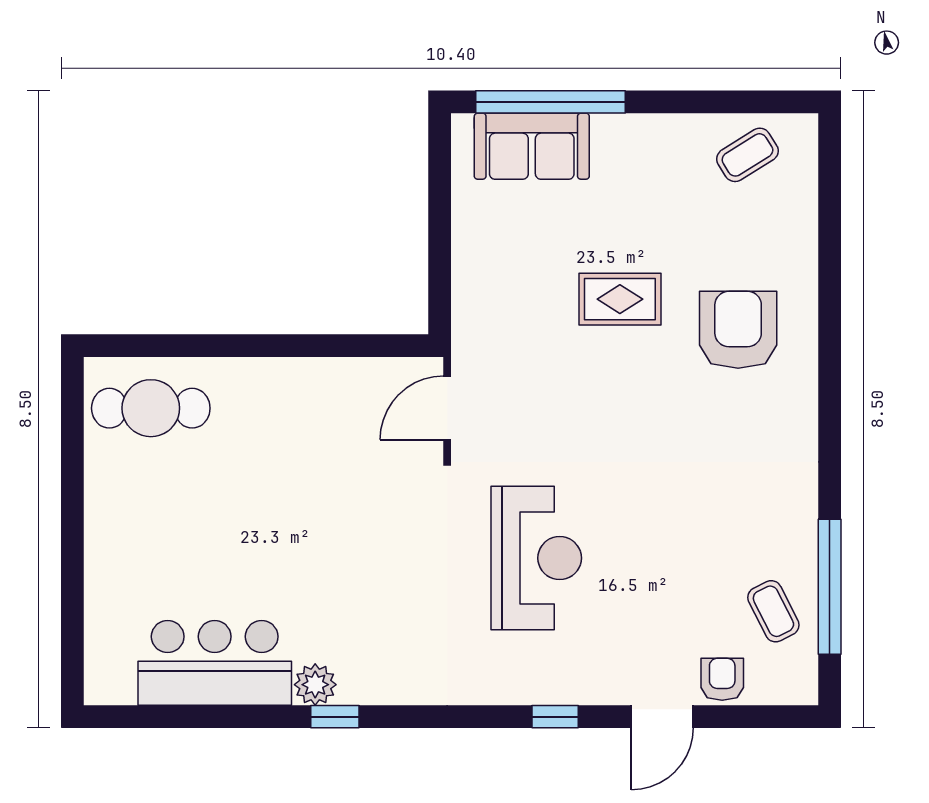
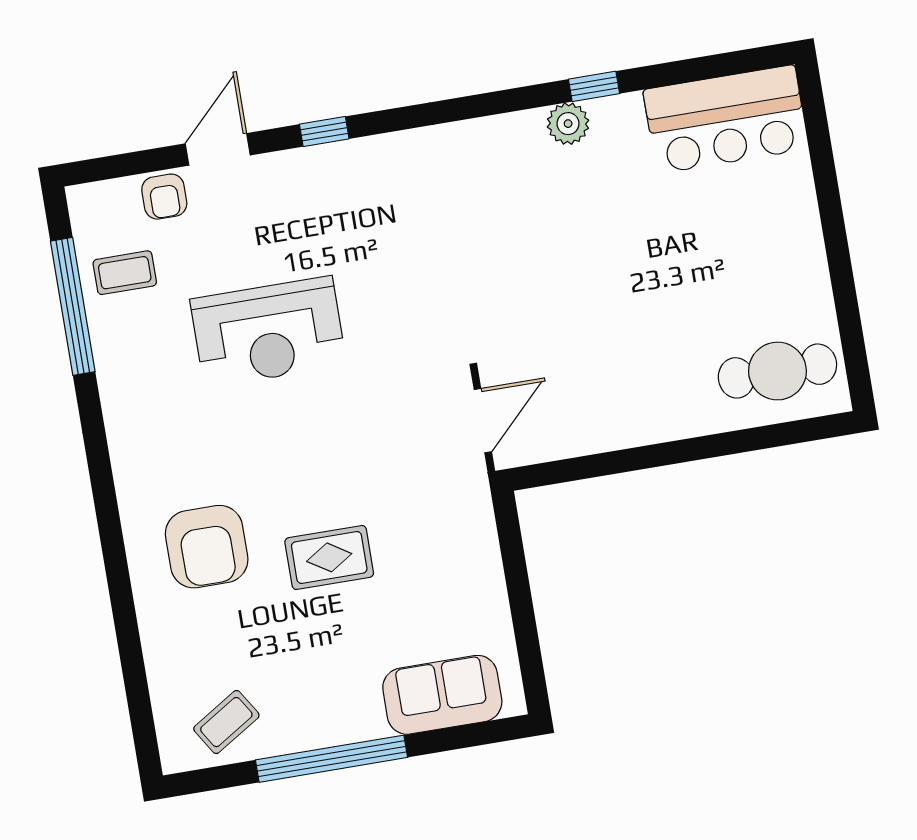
window: (551, 102) -> (332, 759), moved
reception desk: (536, 558) -> (268, 332), moved, turned -90
coffee table: (773, 611) -> (125, 273), turned -63
bar counter: (215, 663) -> (726, 119), moved
window: (335, 717) -> (594, 86), moved

